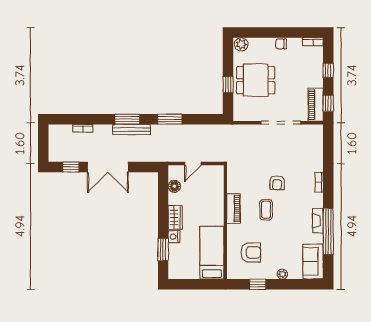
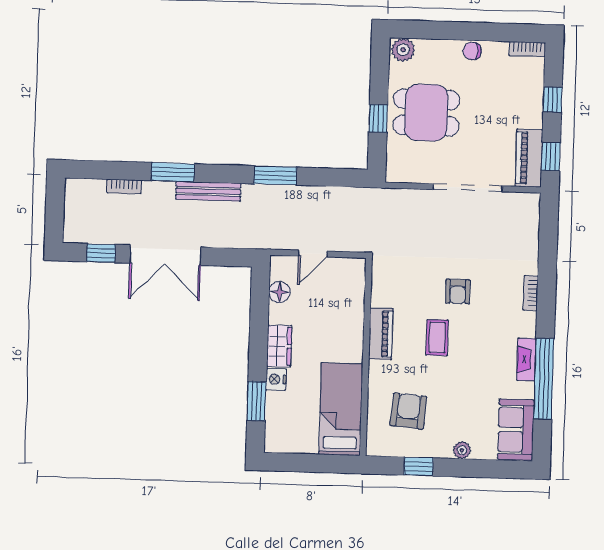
window: (127, 119) -> (173, 172), moved
armchair: (251, 252) -> (408, 411), turned -85

